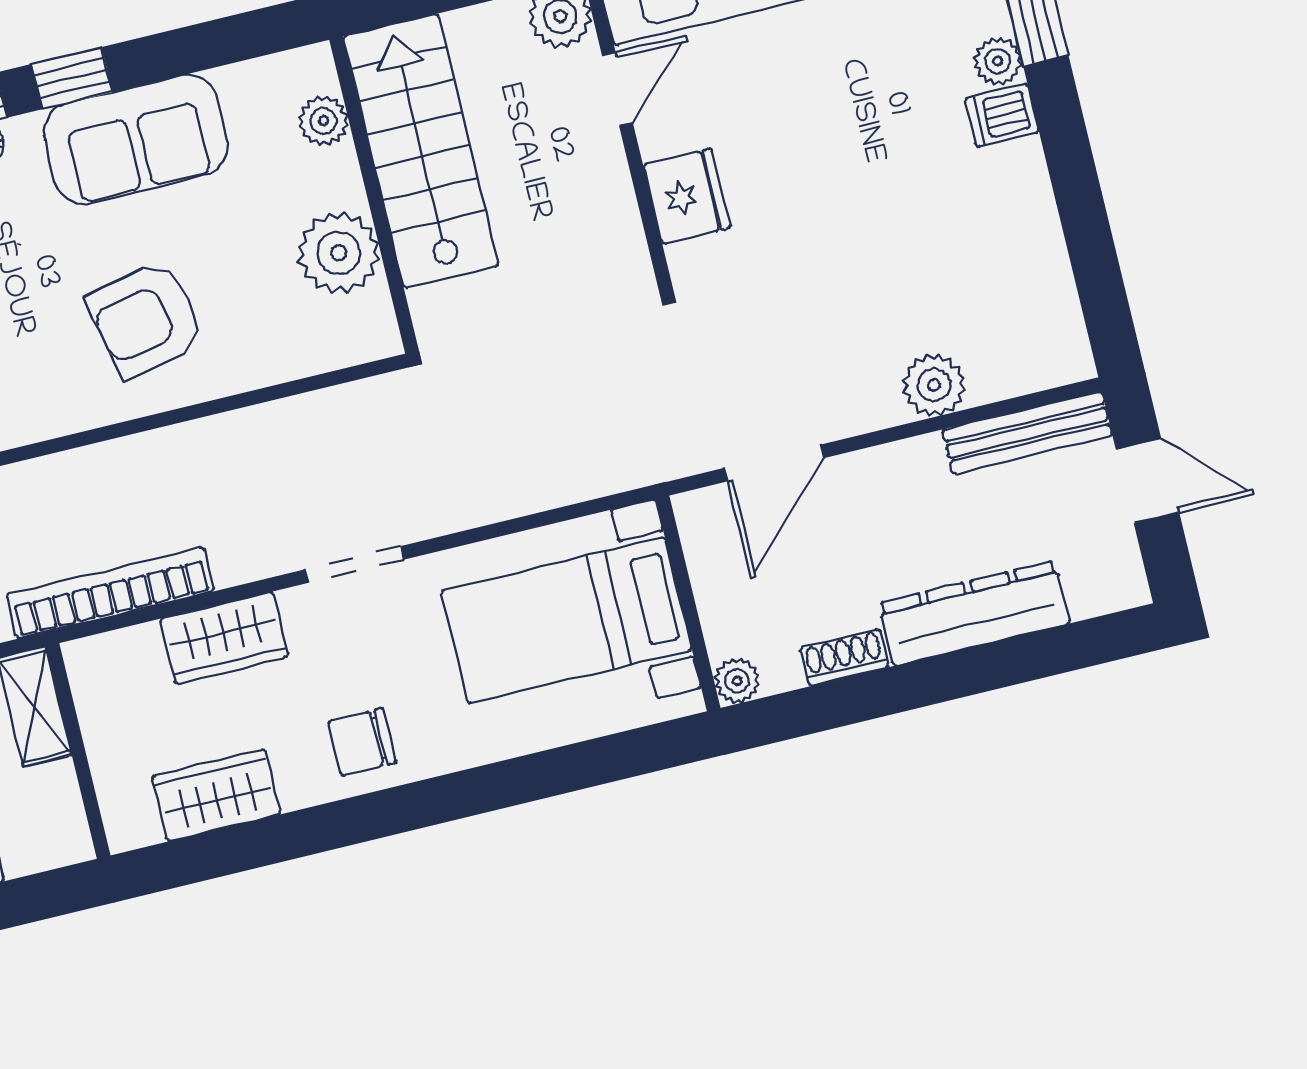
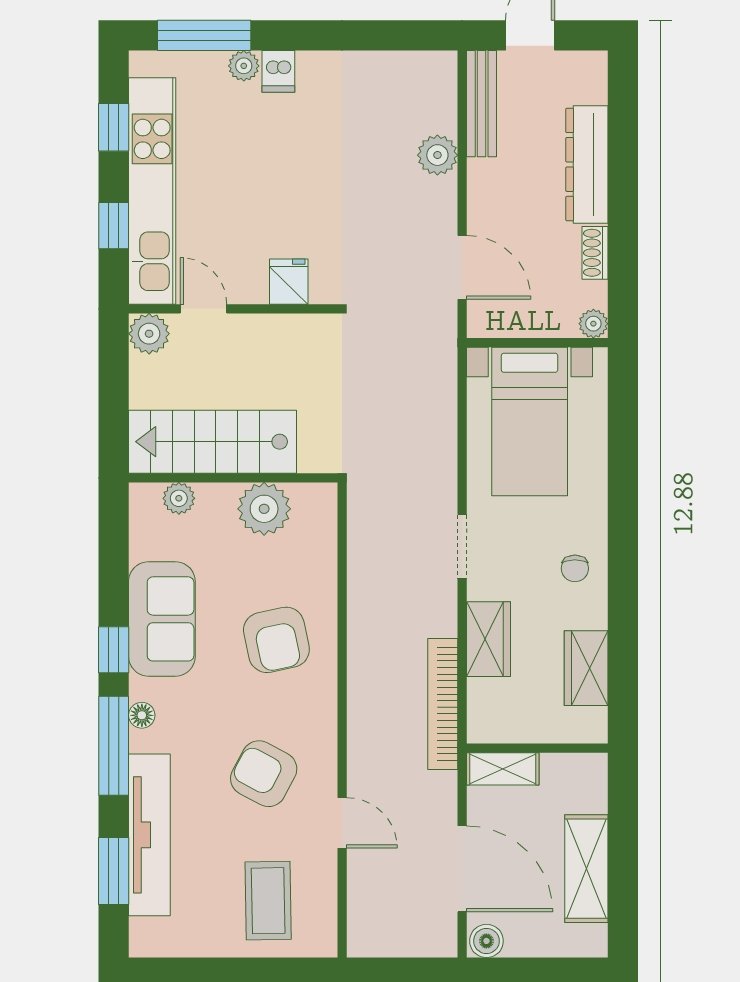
fridge: (687, 196) -> (289, 282), width x0.72
chair: (362, 742) -> (575, 568), width x0.73, depth x0.73

